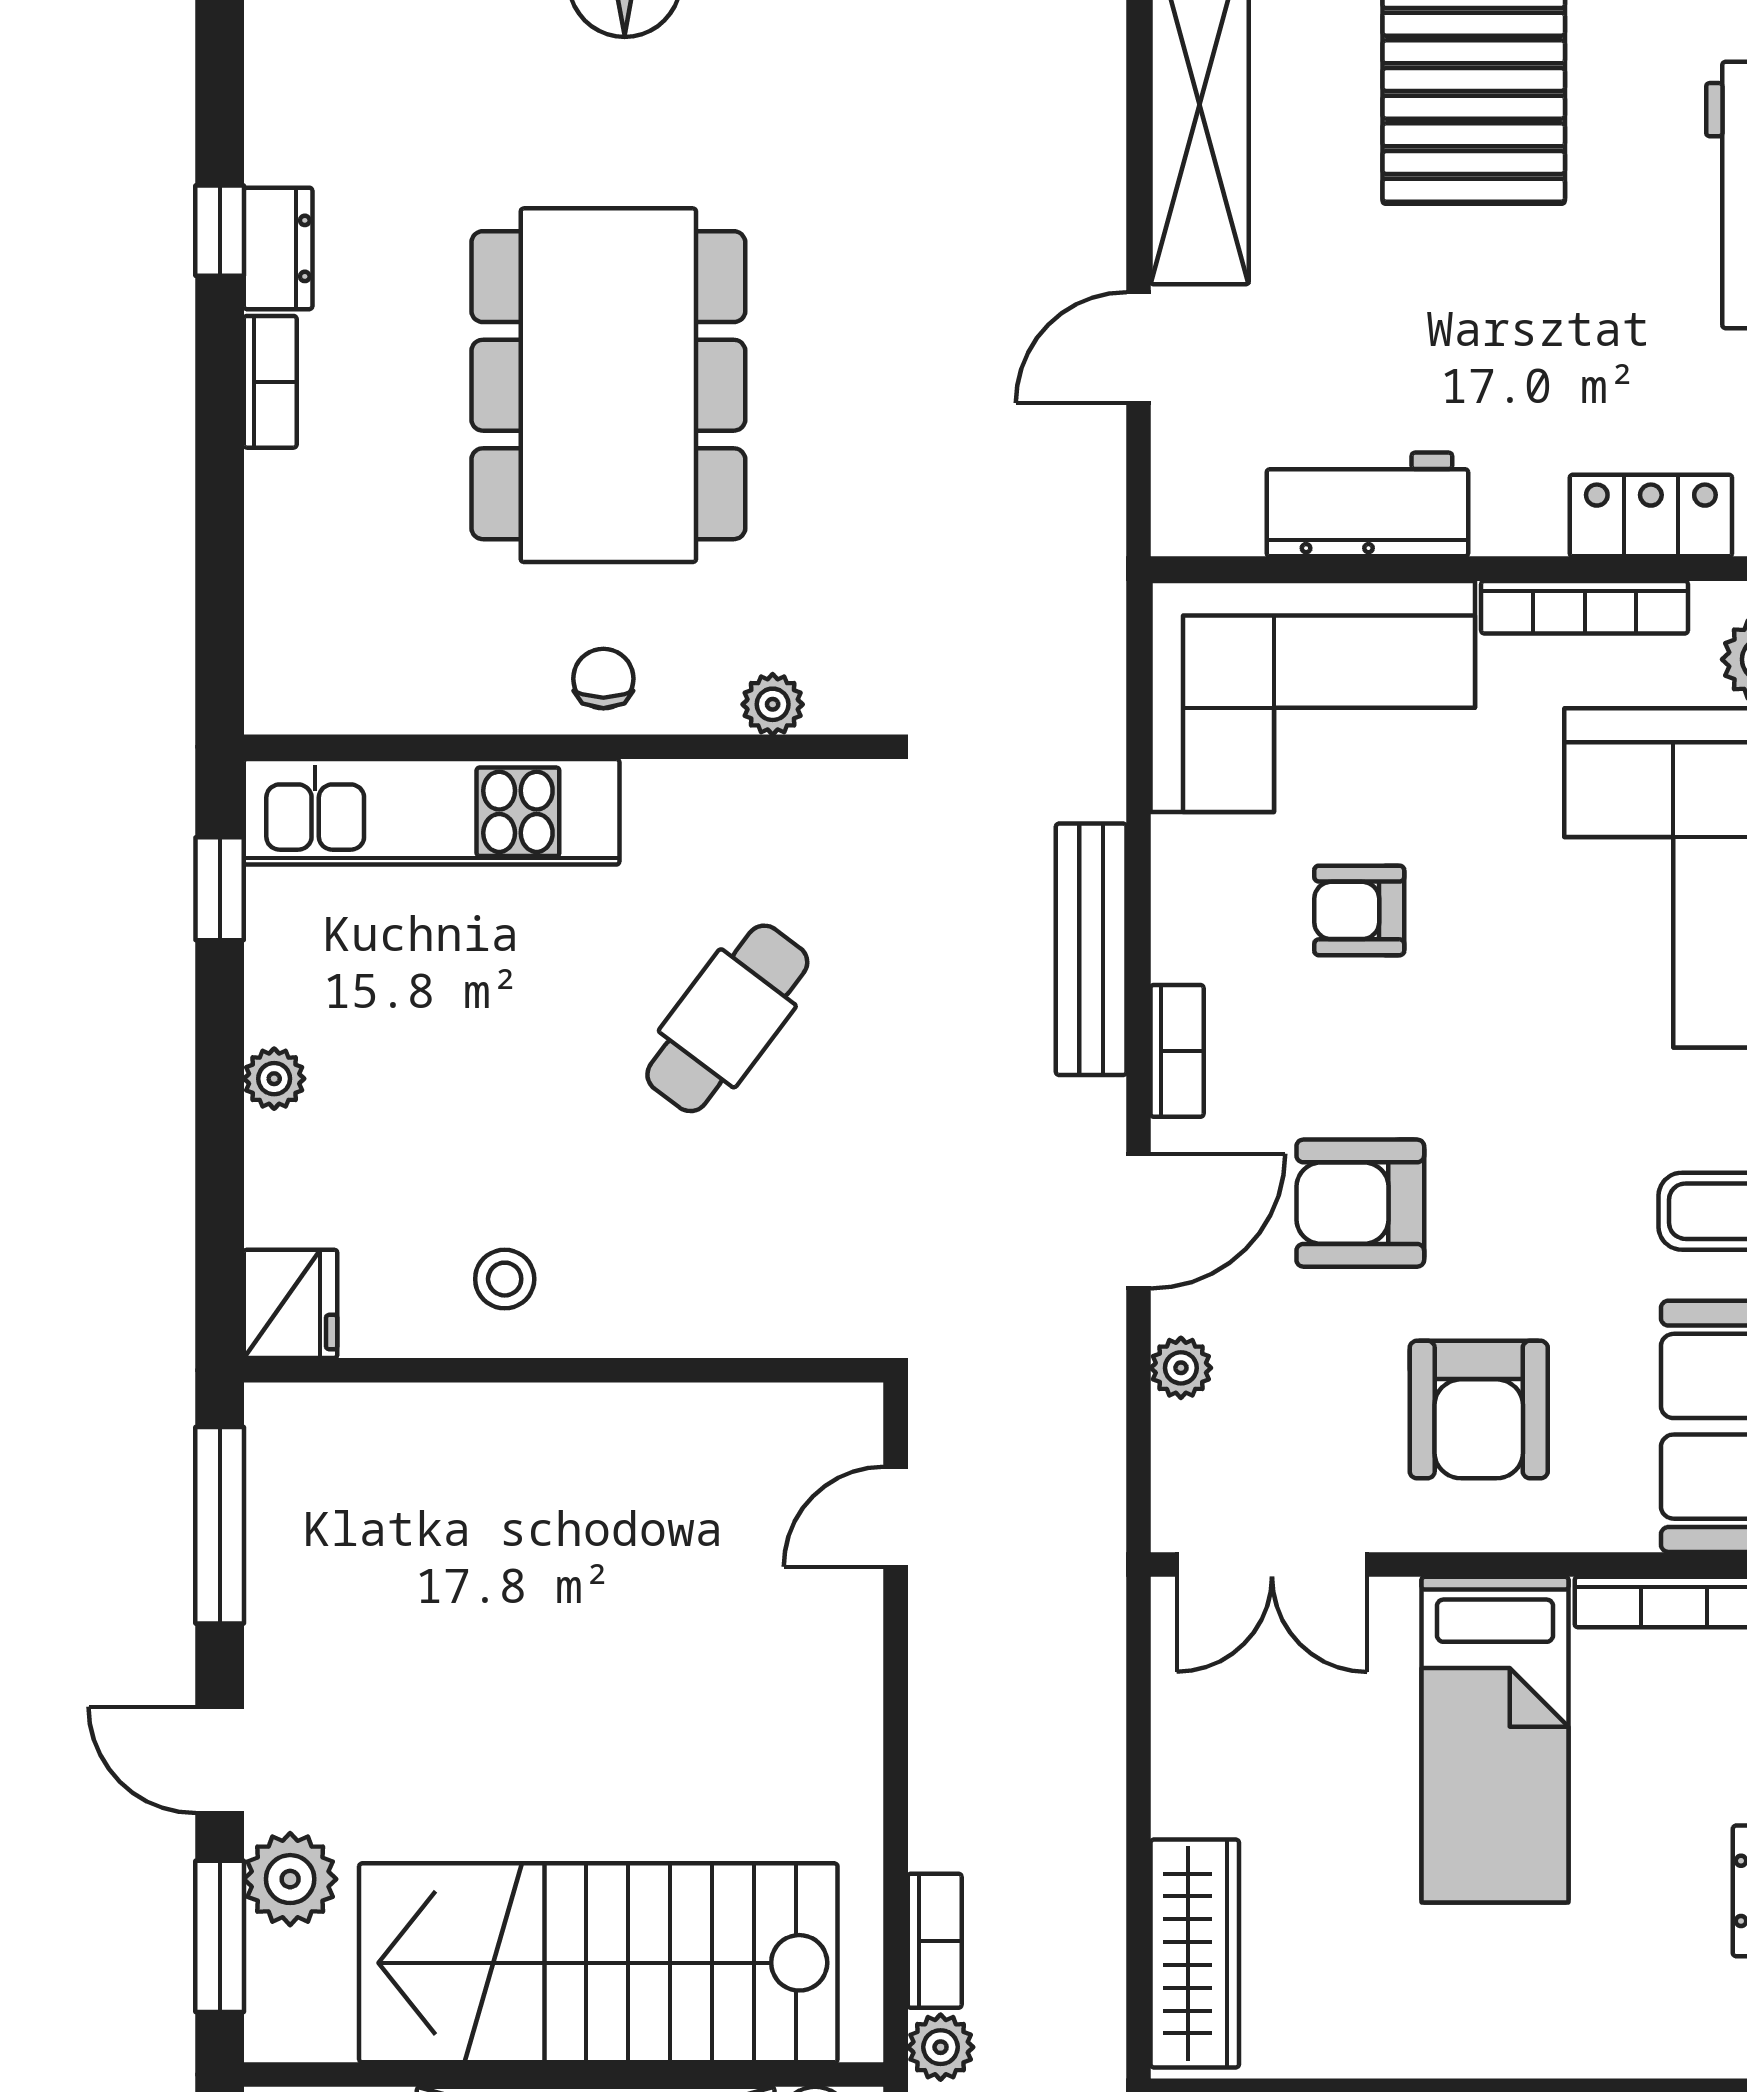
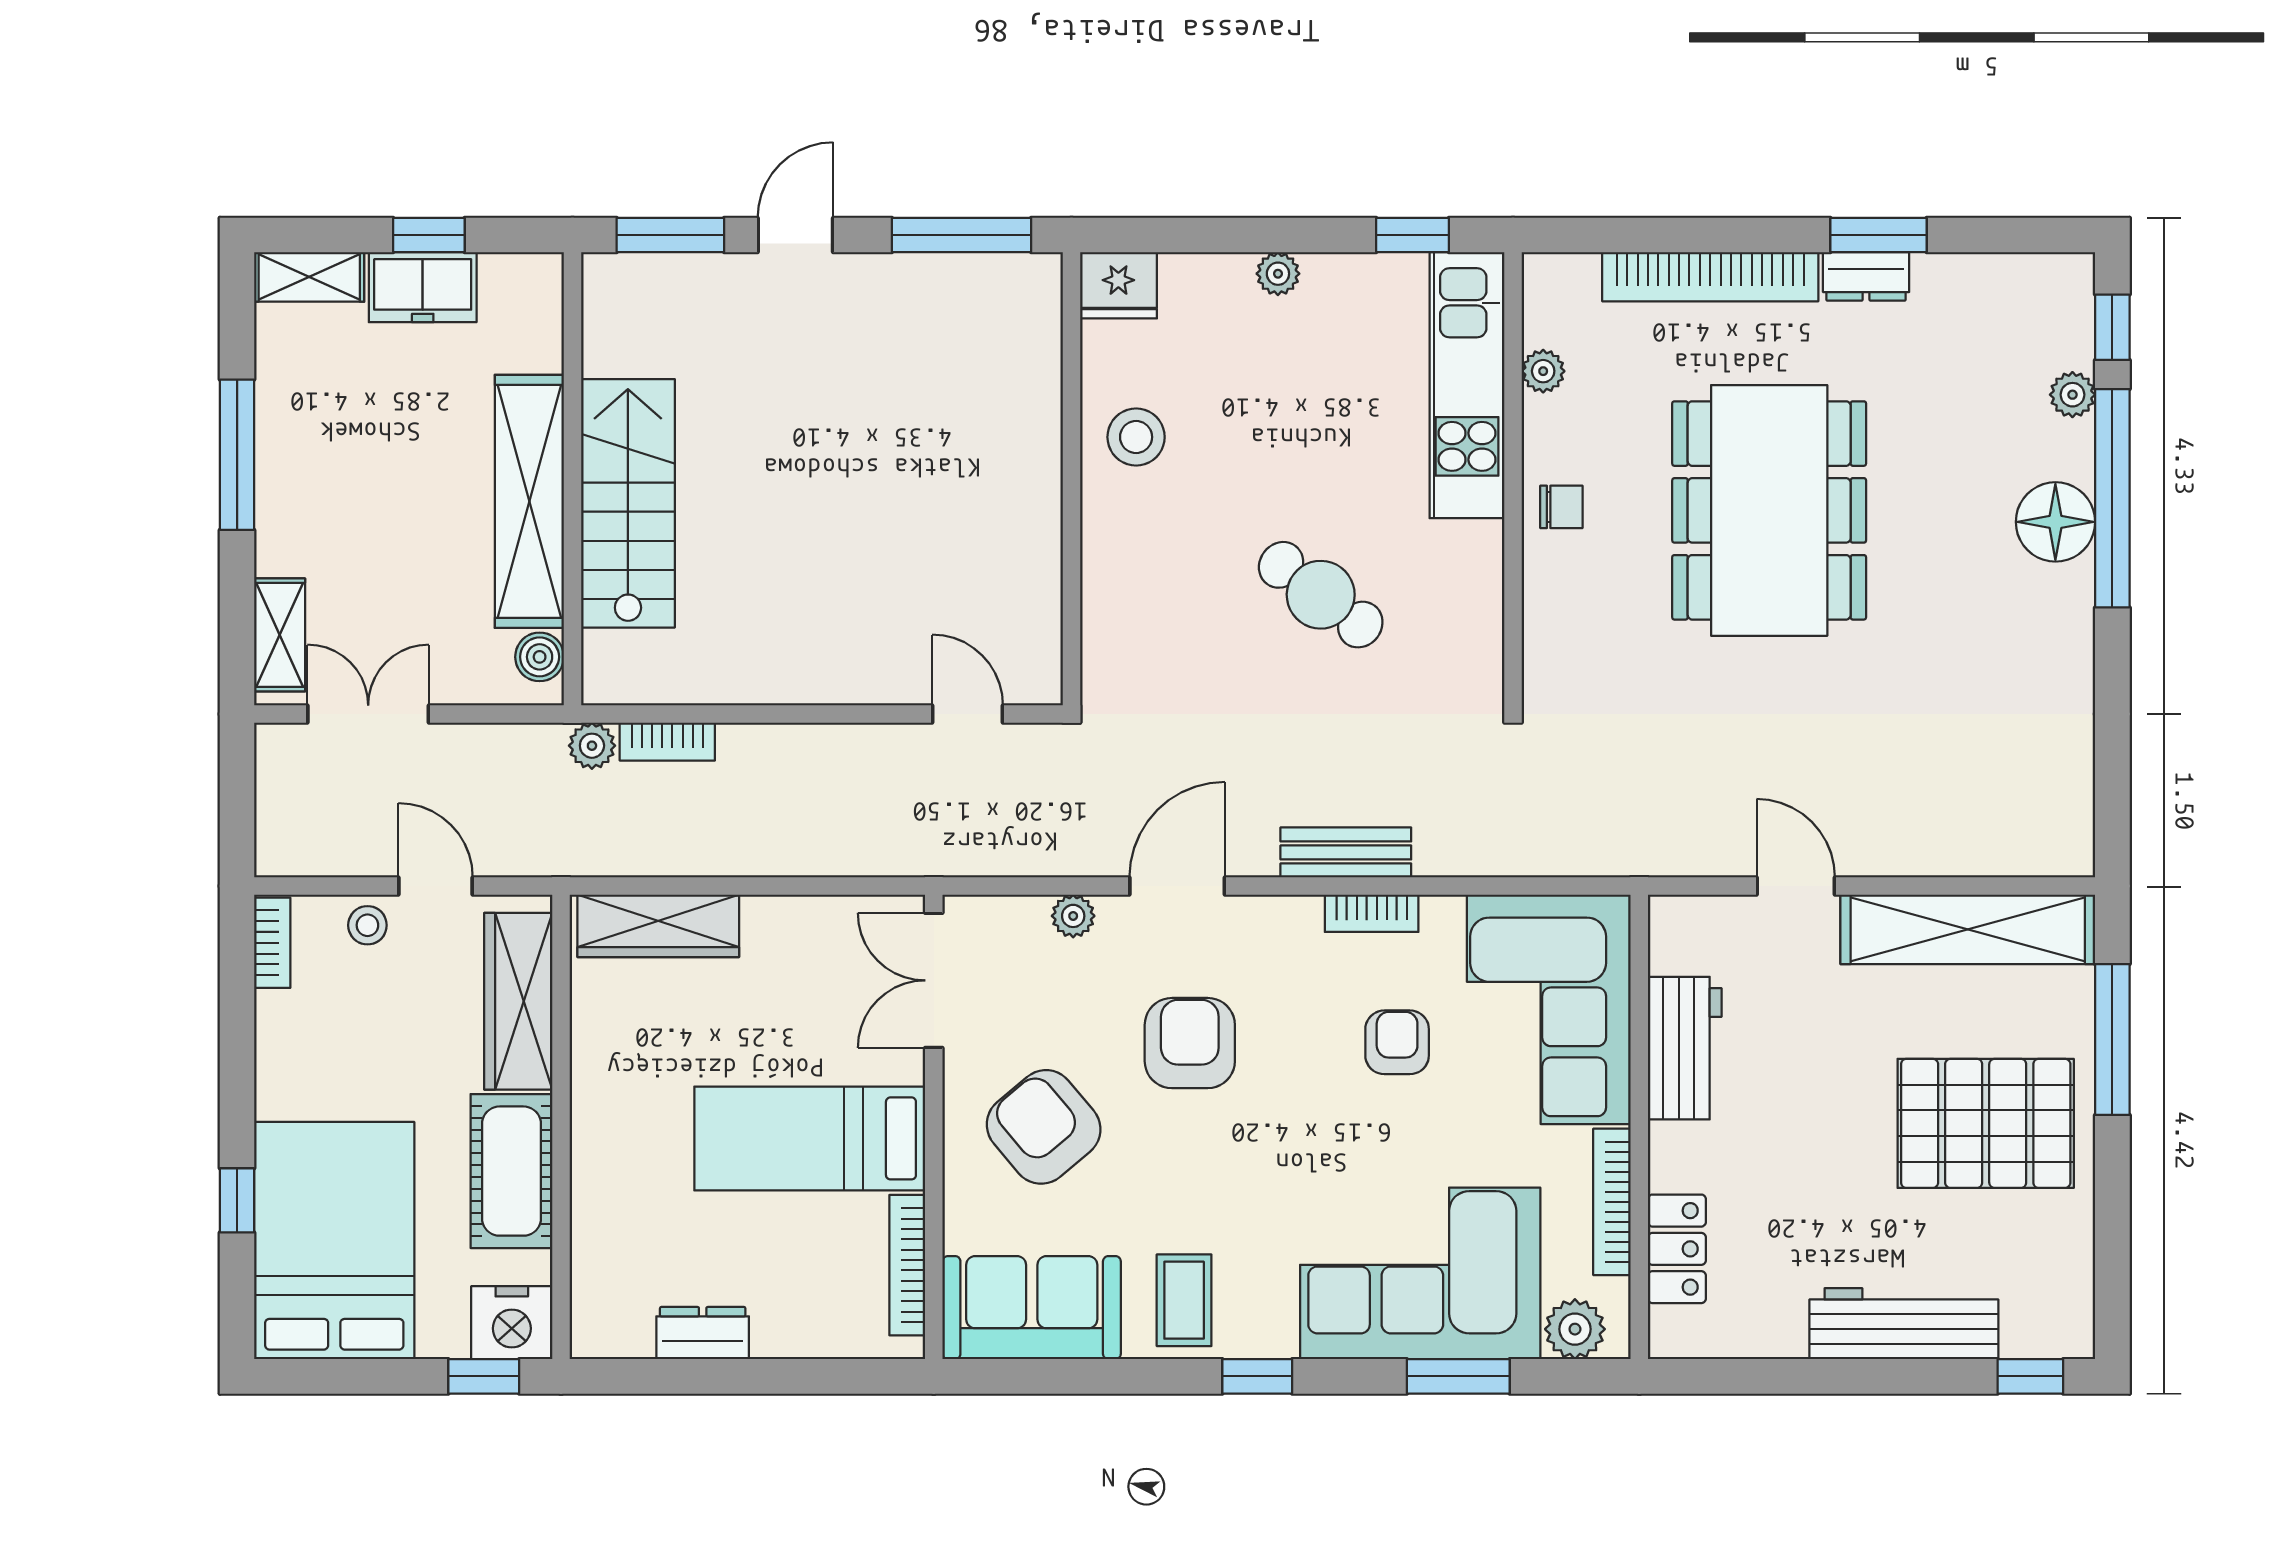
window: (220, 231) -> (1879, 235), width x1.50
bookcase: (270, 382) -> (1710, 277), width x2.31, depth x1.31
dining table: (608, 385) -> (1769, 510), turned 90
plant: (773, 704) -> (1543, 371), moved
bench: (1091, 949) -> (1346, 852), width x0.73
bookcase: (1177, 1051) -> (1372, 913), moved
door: (1139, 1221) -> (1177, 886), swing flipped
stool: (505, 1279) -> (1136, 437), width x1.37, depth x1.37
armchair: (1479, 1410) -> (1044, 1127), turned 50
plant: (290, 1879) -> (711, 285), removed
stairs: (598, 1963) -> (628, 503), width x0.73, depth x0.66

